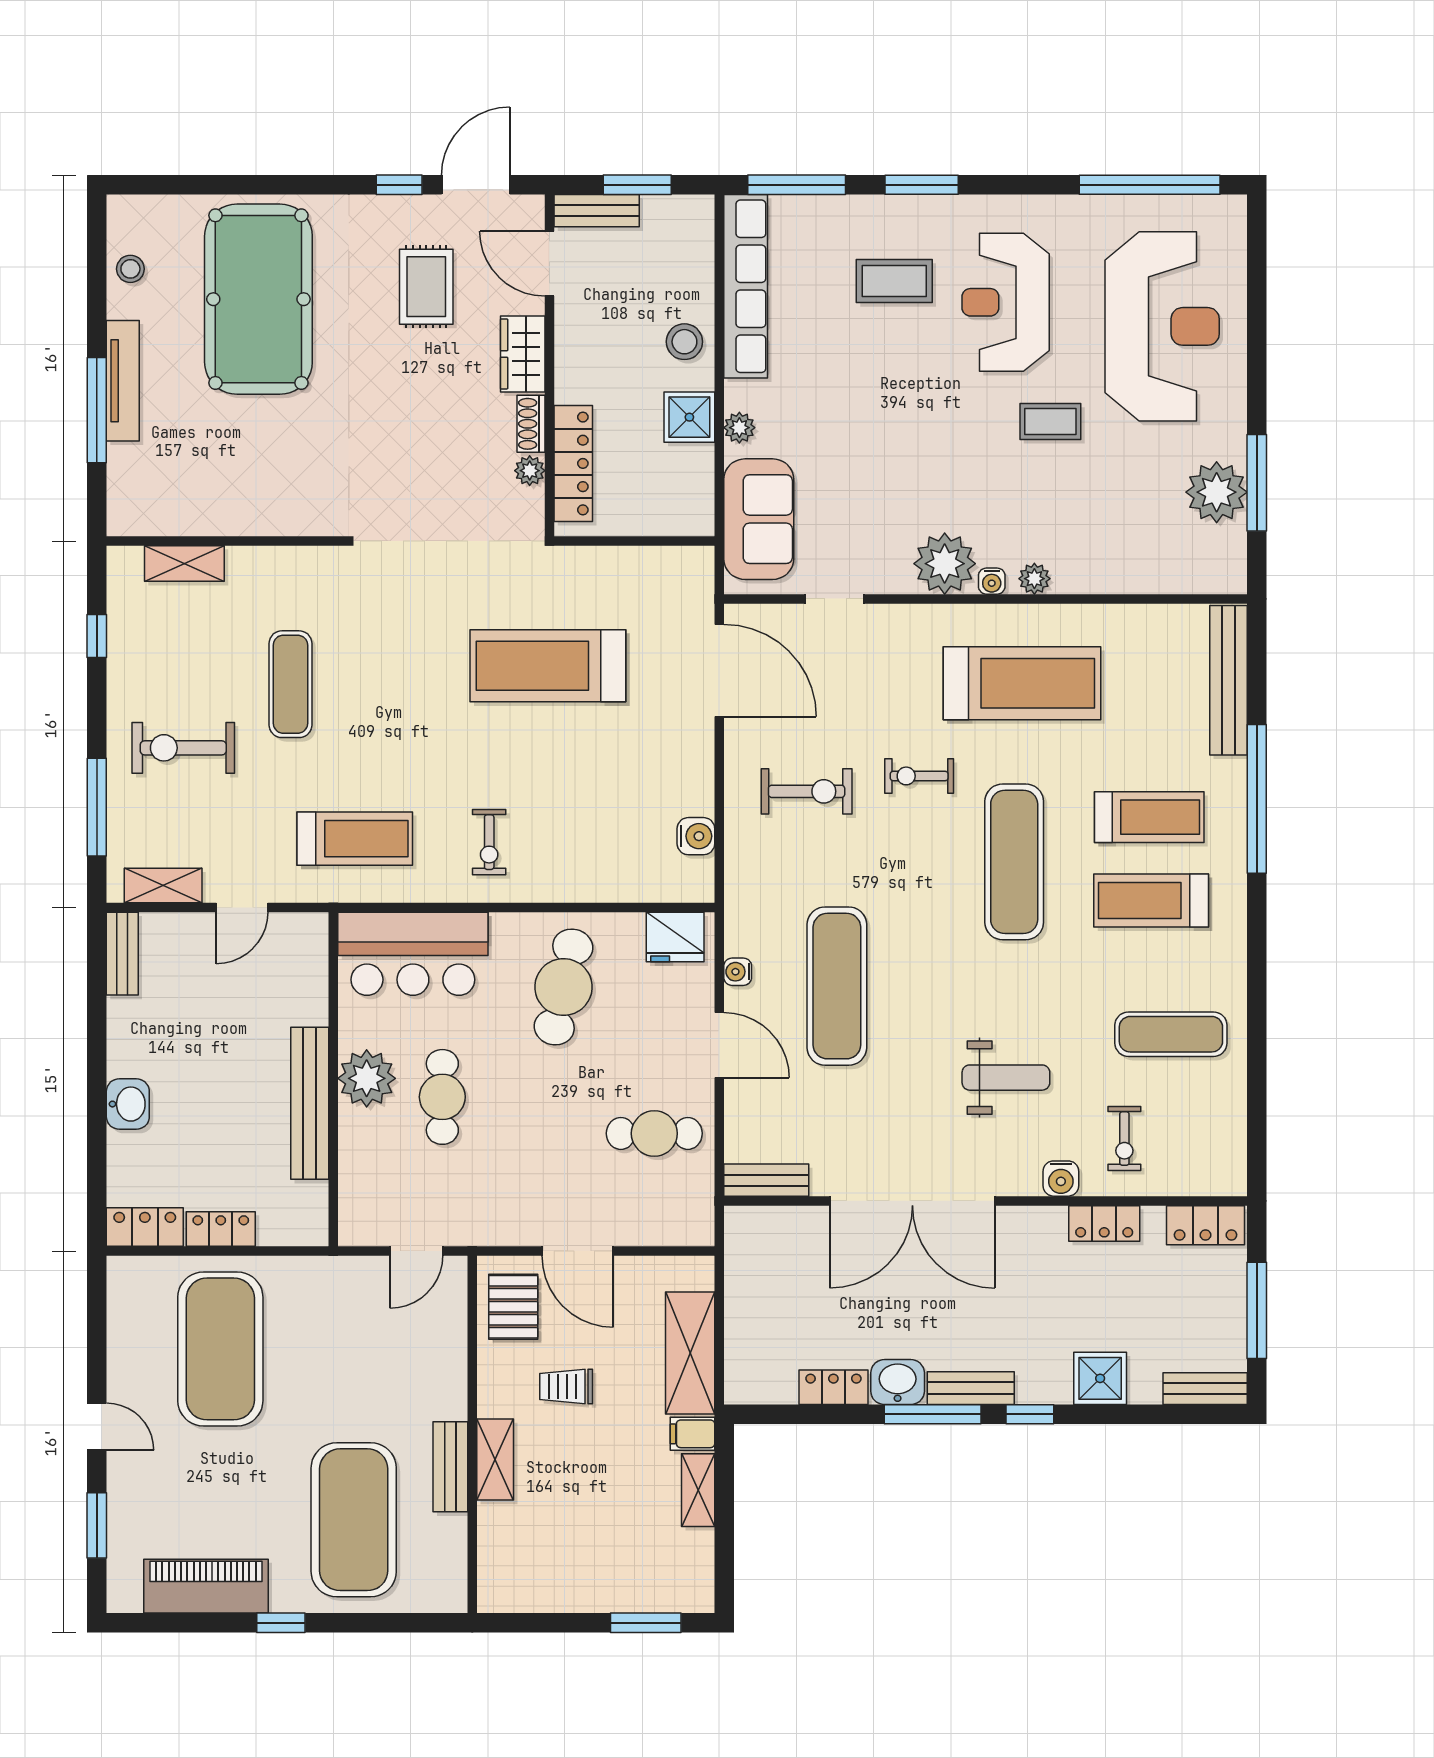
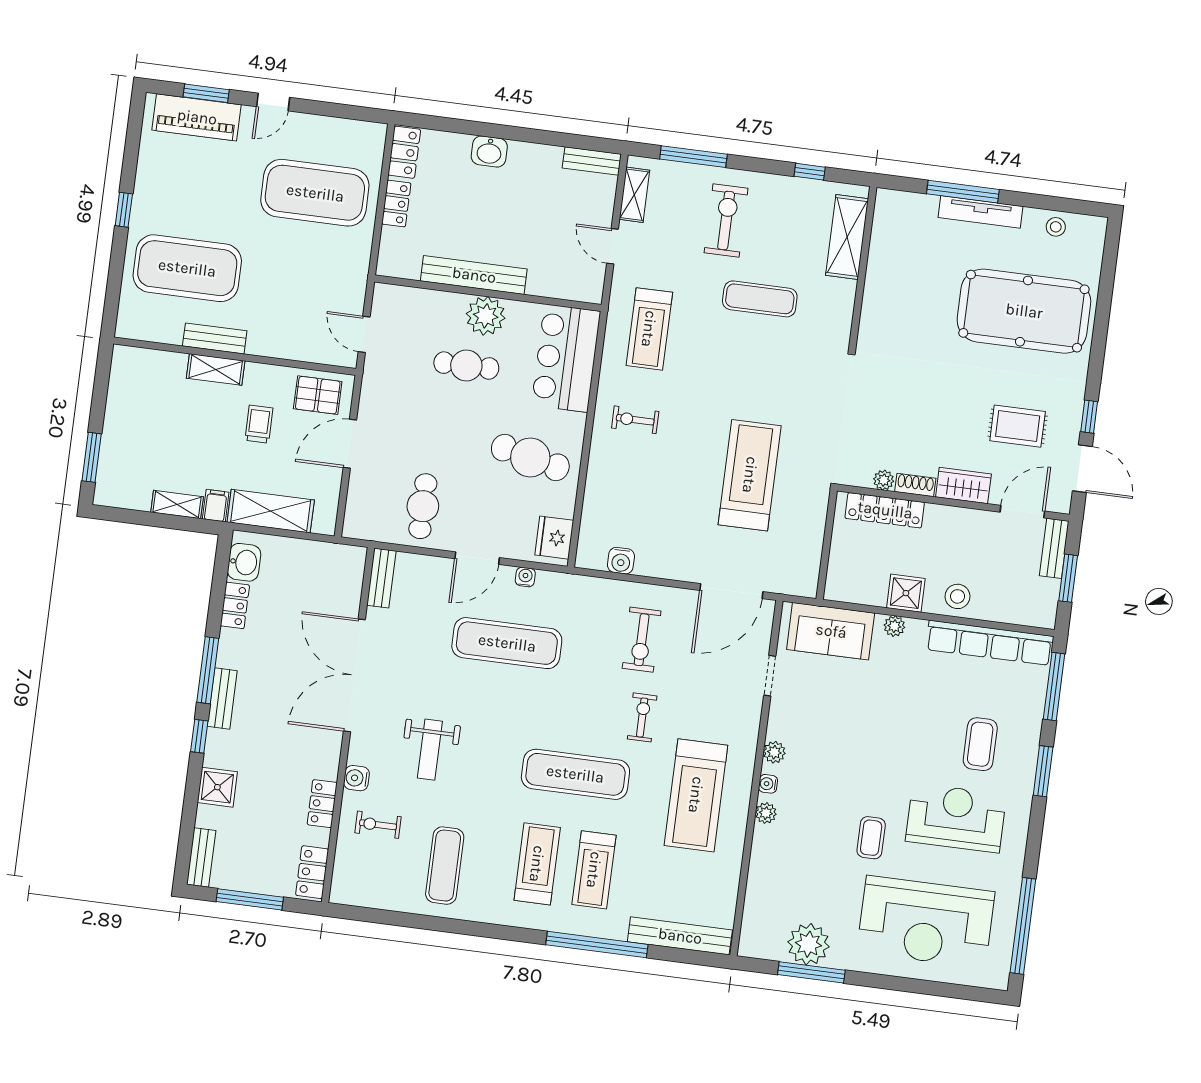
shelving: (184, 564) -> (847, 237), width x1.50, depth x1.33
plant: (945, 564) -> (774, 752), width x0.53, depth x0.53
washbasin: (898, 1382) -> (244, 562), moved
piano: (206, 1586) -> (197, 117), moved, turned 90

